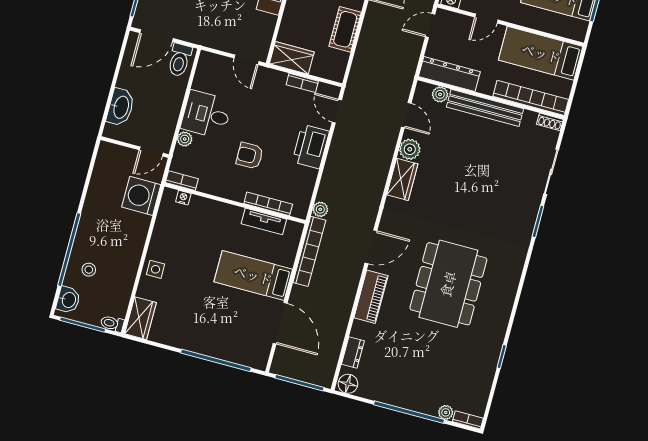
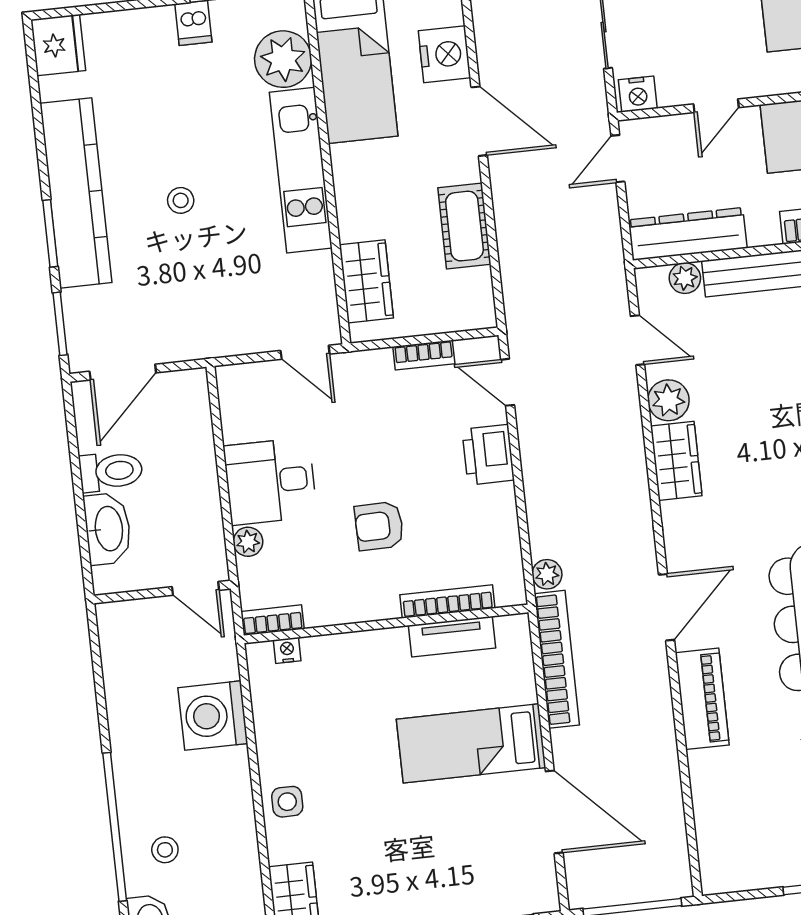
wardrobe: (292, 58) -> (366, 281), moved, turned 90
toilet: (180, 60) -> (111, 471), moved, turned -90
printer: (311, 146) -> (488, 455), width x0.73, depth x0.84
door: (151, 151) -> (195, 588), hinge flipped
washing machine: (141, 196) -> (213, 716), moved
dresser: (353, 353) -> (709, 814), removed
floor lamp: (348, 384) -> (722, 875), removed

